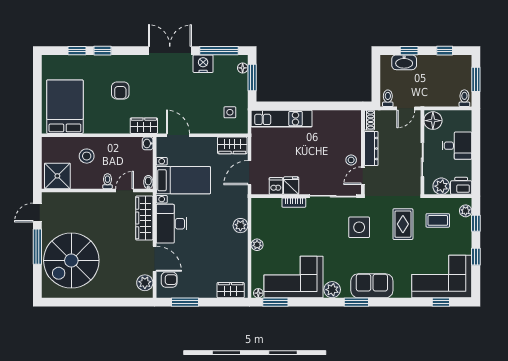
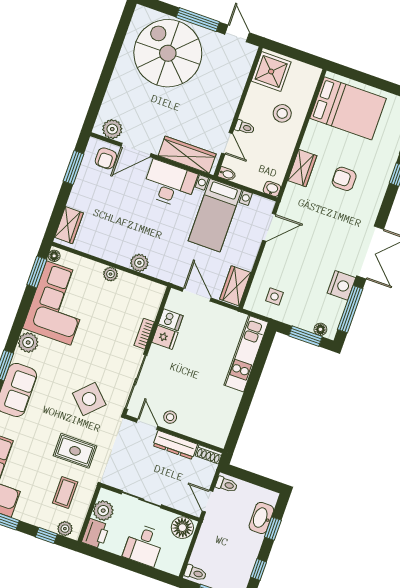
wardrobe: (144, 126) -> (302, 168), moved
side table: (359, 227) -> (89, 399), turned 45

